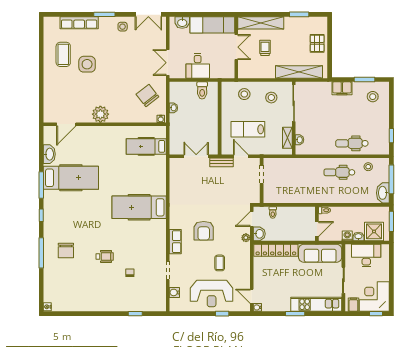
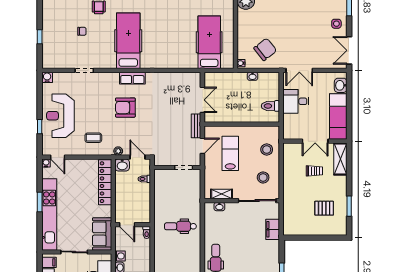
shelving: (261, 23) -> (340, 159), width x0.68
pallet: (317, 43) -> (324, 208), moved
double door: (168, 63) -> (299, 70), swing flipped
shelving: (299, 72) -> (289, 206), removed
filing cabinet: (342, 88) -> (273, 229), moved
hospital bed: (146, 146) -> (209, 42), width x1.37, depth x1.29
dental chair: (339, 172) -> (180, 226), moved, turned -90
hospital bed: (139, 207) -> (128, 41), moved
row of seats: (175, 242) -> (132, 78), moved
sofa: (320, 253) -> (102, 234), width x0.73
coffee table: (220, 263) -> (93, 138), moved
water cooler: (174, 292) -> (47, 77), moved
door: (252, 296) -> (58, 157), swing flipped
kitchen unit: (316, 304) -> (49, 214), width x1.36

